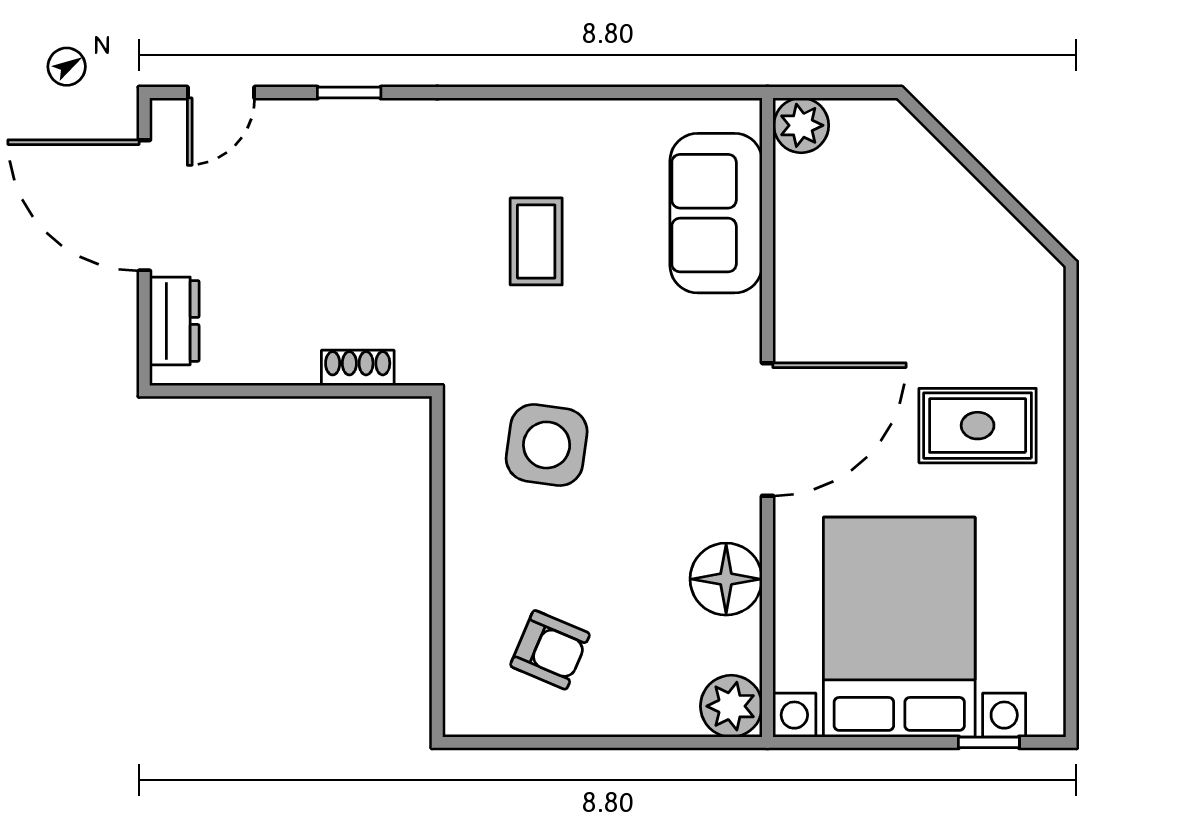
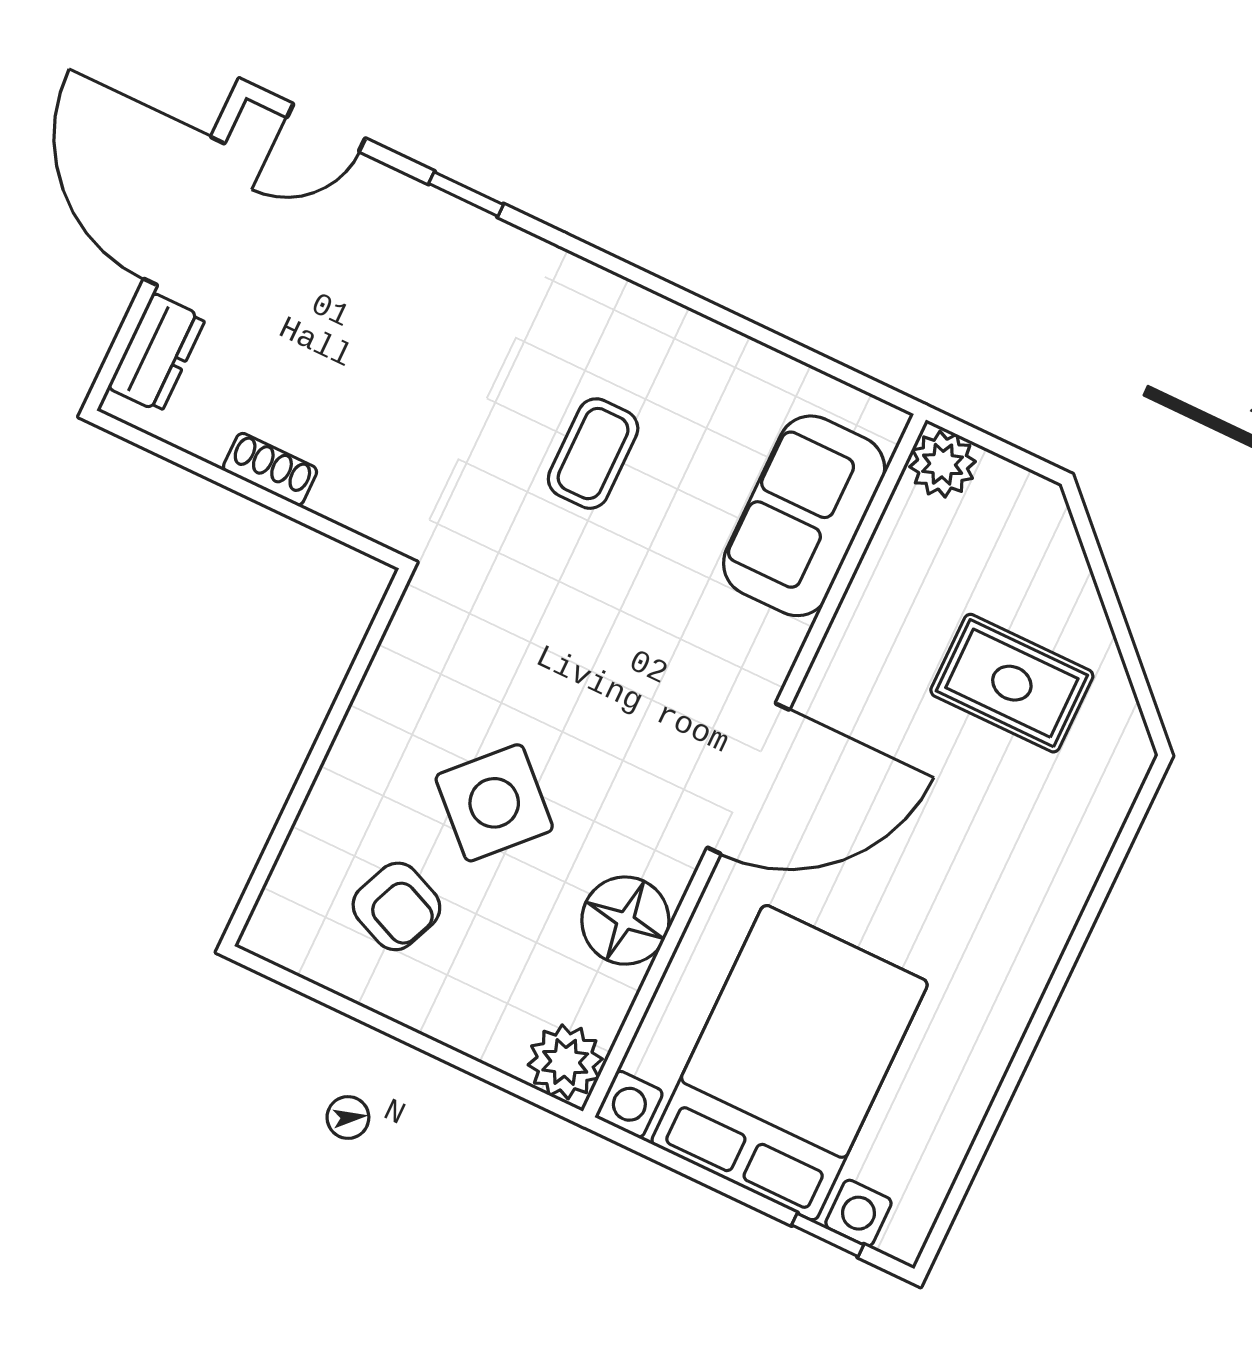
shoe rack: (358, 368) -> (270, 469), moved
rug: (978, 426) -> (1012, 683), moved
side table: (547, 445) -> (494, 803), moved, turned 36

